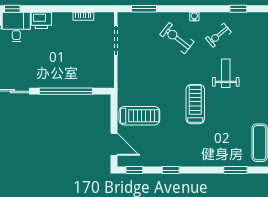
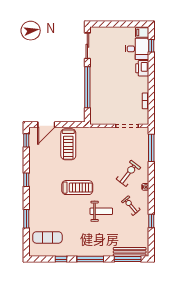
window: (144, 9) -> (151, 148), width x1.44
window: (171, 170) -> (26, 180), moved

